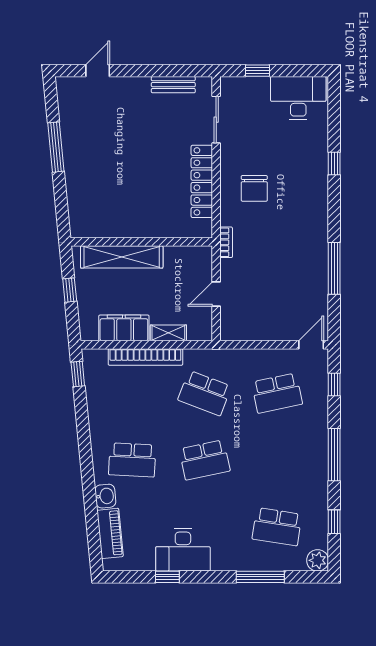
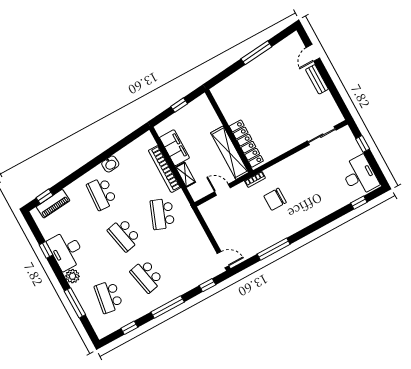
door: (98, 71) -> (313, 53), swing flipped
bench: (173, 85) -> (317, 79), moved
window: (334, 164) -> (359, 203), moved
locker: (202, 181) -> (246, 144), moved, turned 90
chair: (254, 188) -> (275, 199), moved
shelving: (122, 257) -> (230, 153), moved
window: (78, 374) -> (44, 196), moved
school desk: (277, 393) -> (147, 276), moved
washbasin: (105, 496) -> (110, 164), moved
plant: (318, 560) -> (73, 276), moved

